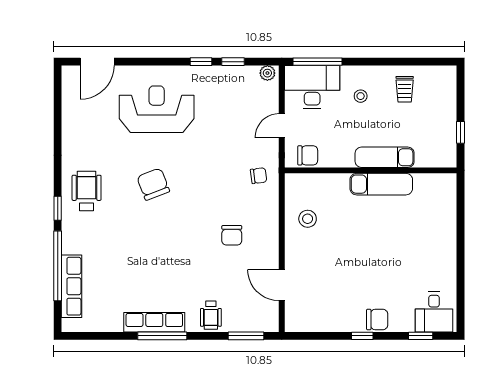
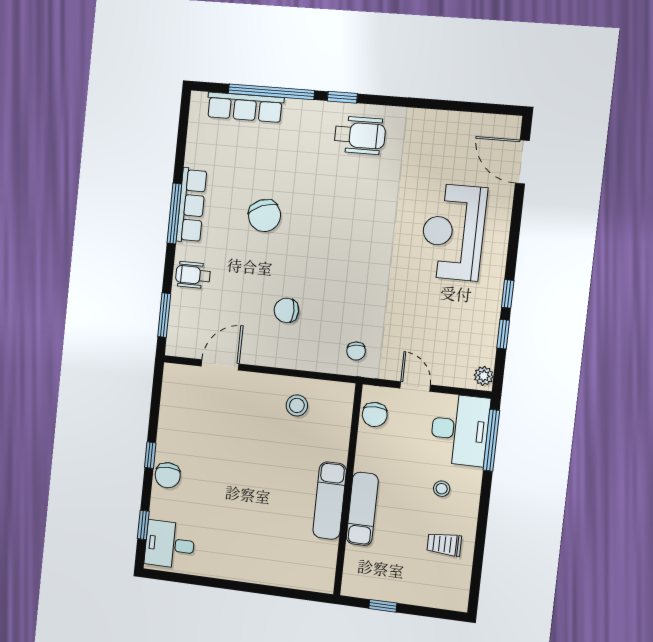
reception desk: (157, 109) -> (453, 232), turned 180
chair: (153, 184) -> (265, 216), moved, turned 89

